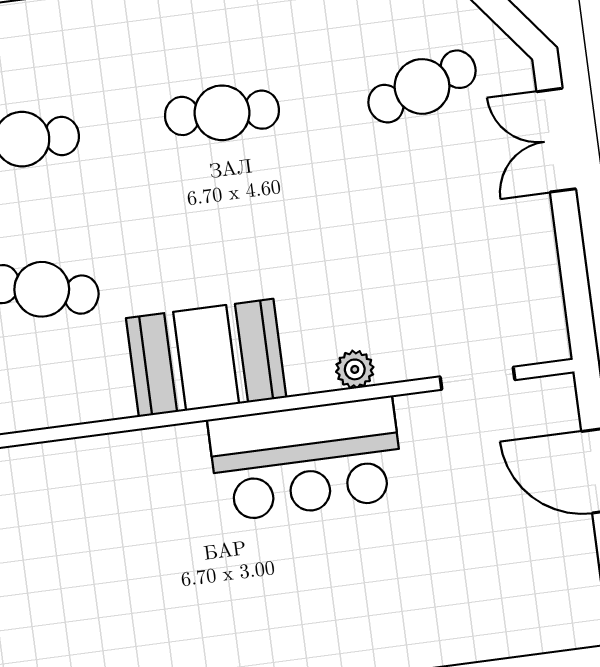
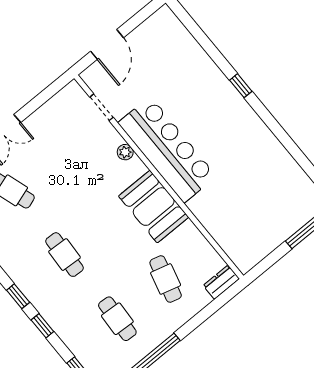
bar counter: (306, 459) -> (167, 150), width x1.36

